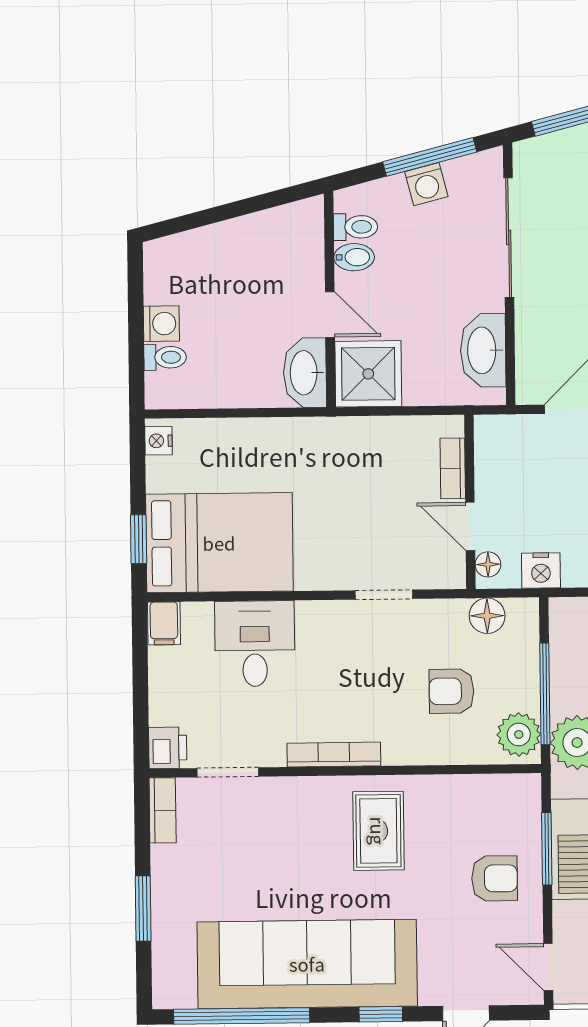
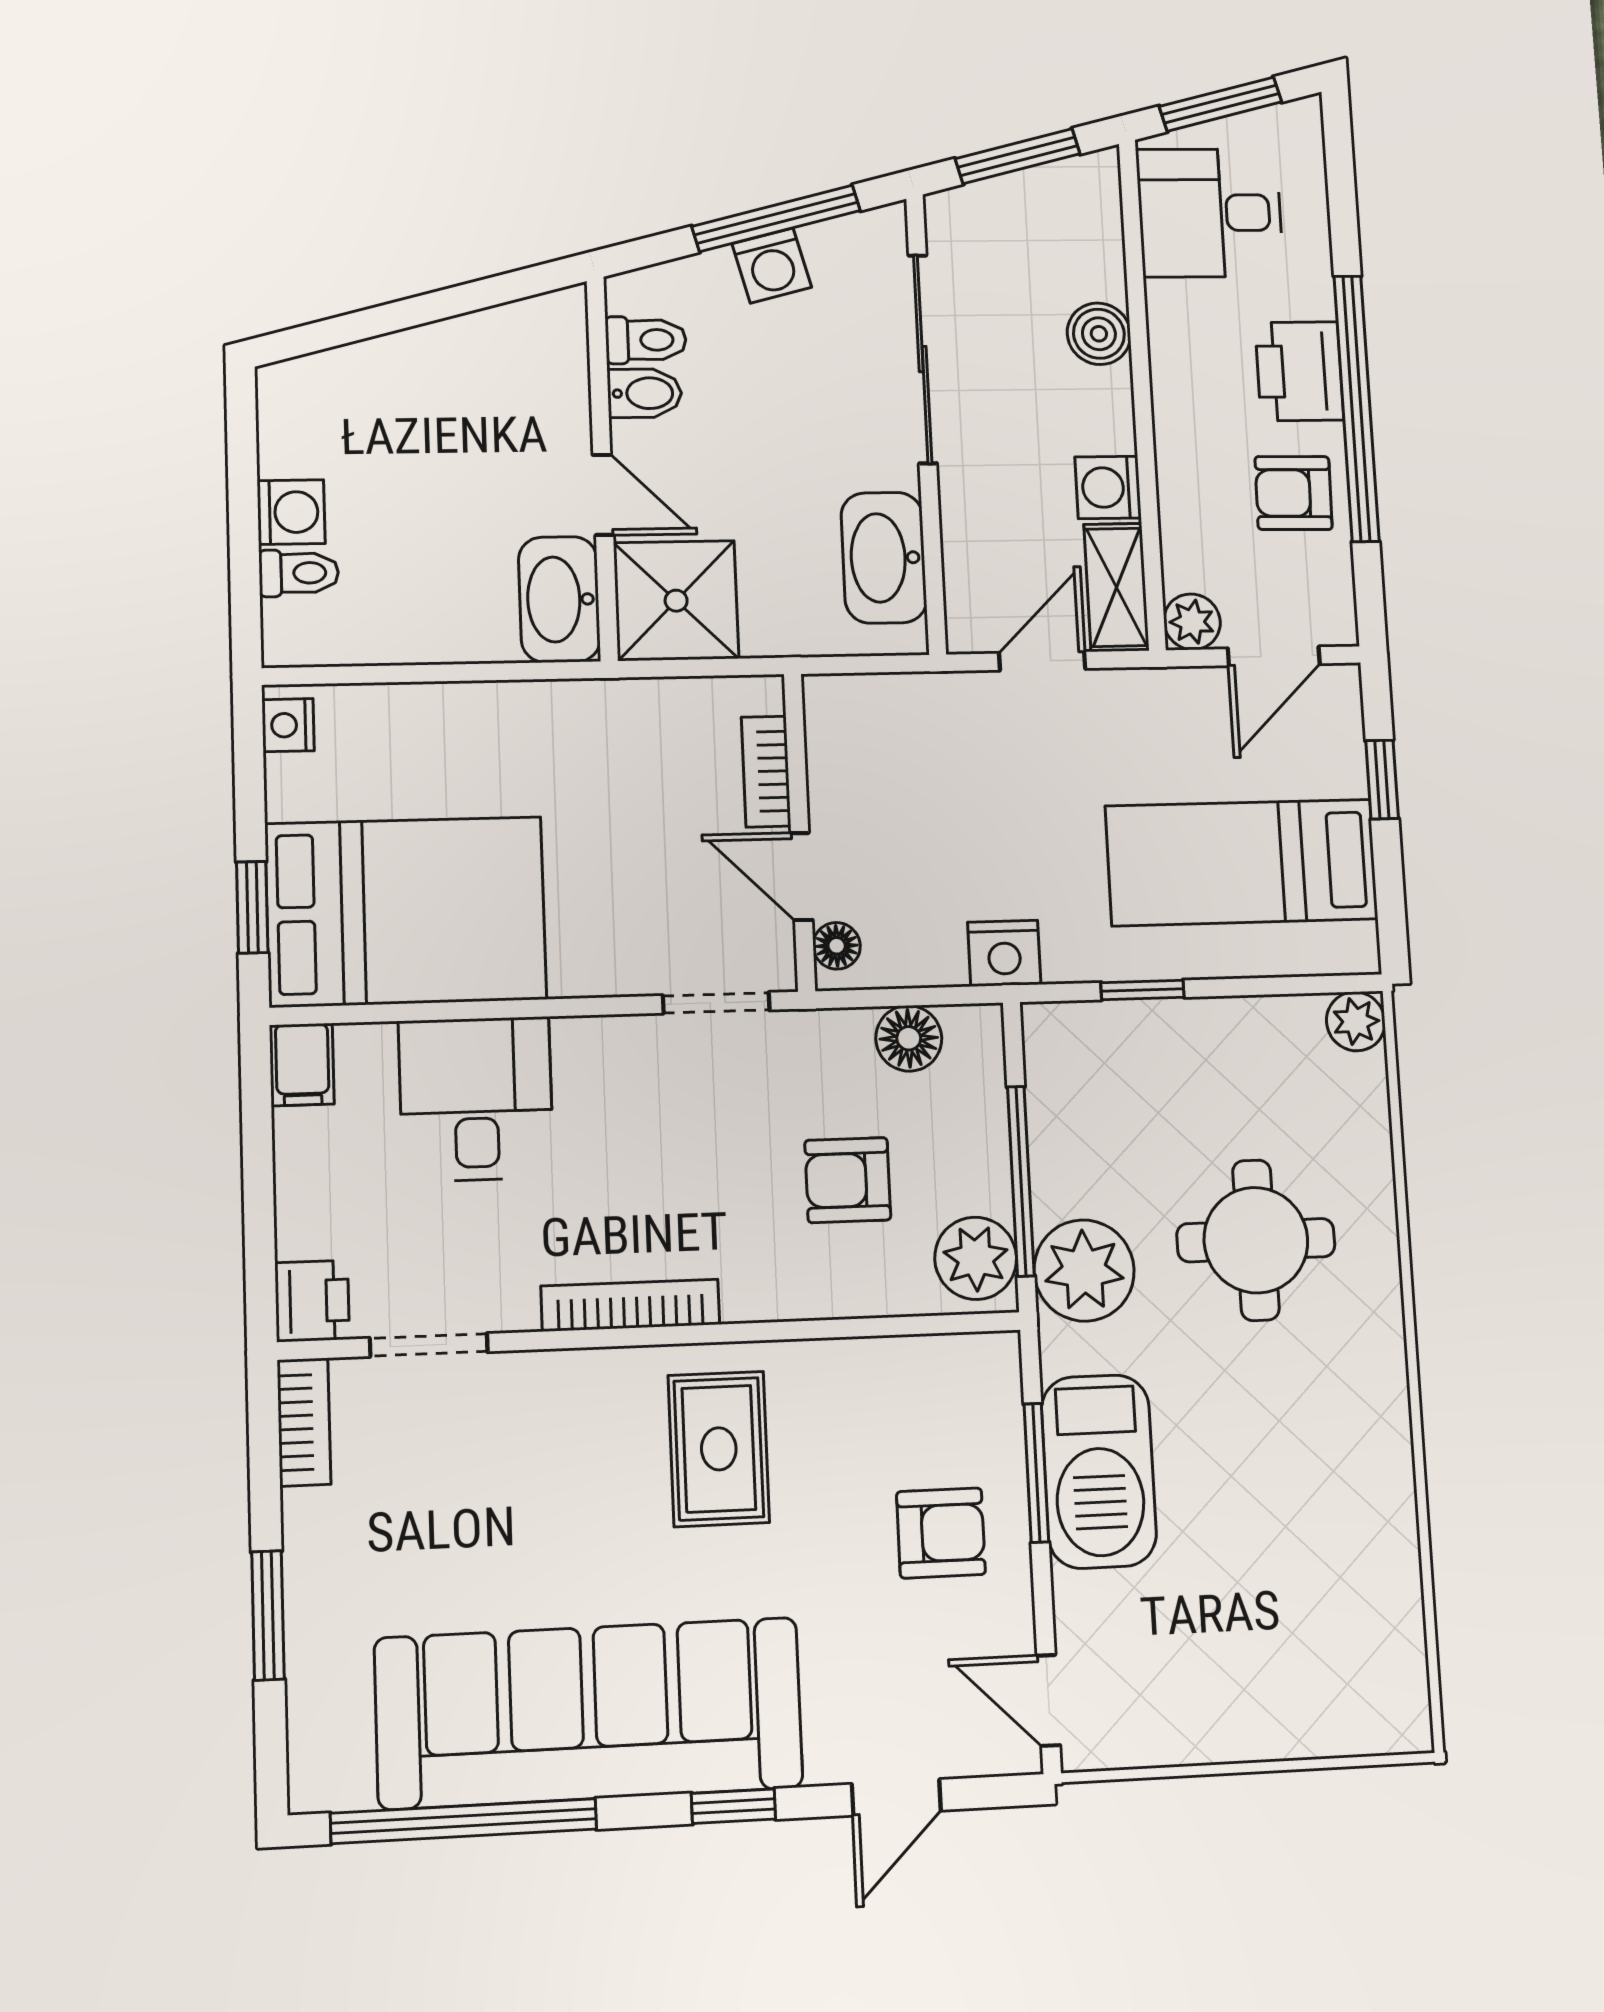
bookcase: (453, 468) -> (766, 772), moved
wall: (470, 502) -> (800, 832), moved
door: (470, 526) -> (802, 877), moved
floor lamp: (488, 564) -> (837, 946), moved

